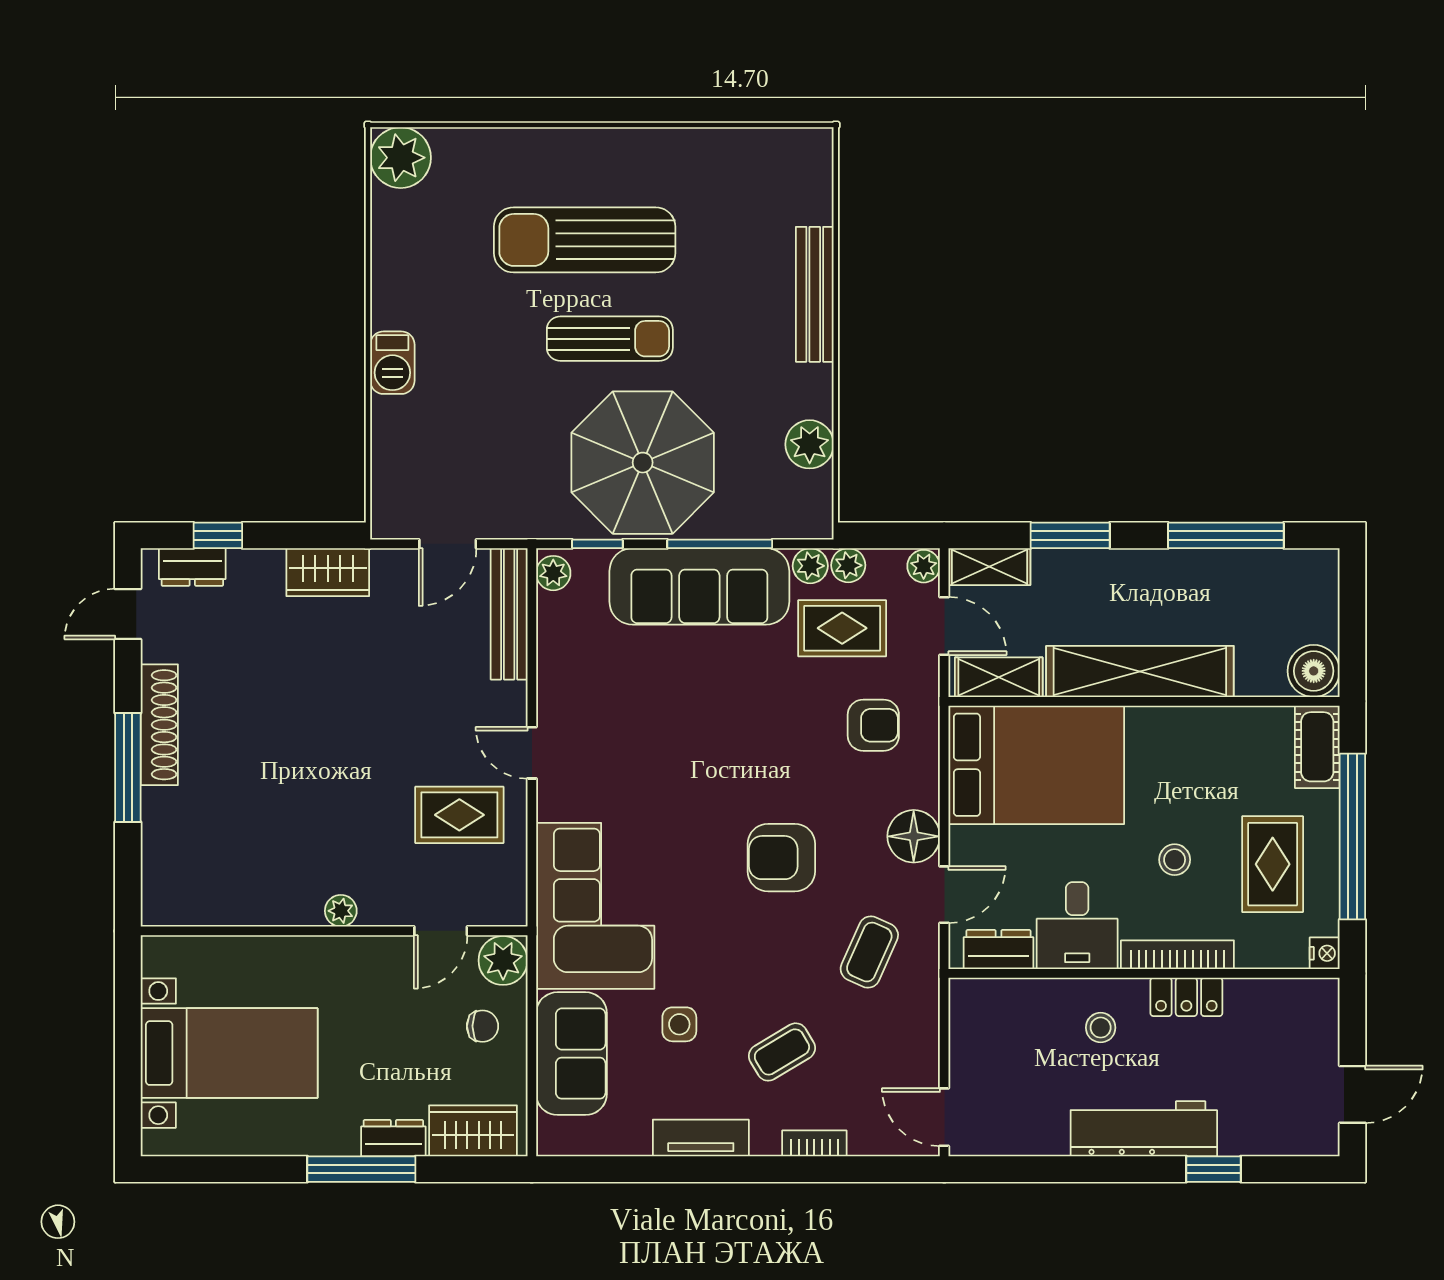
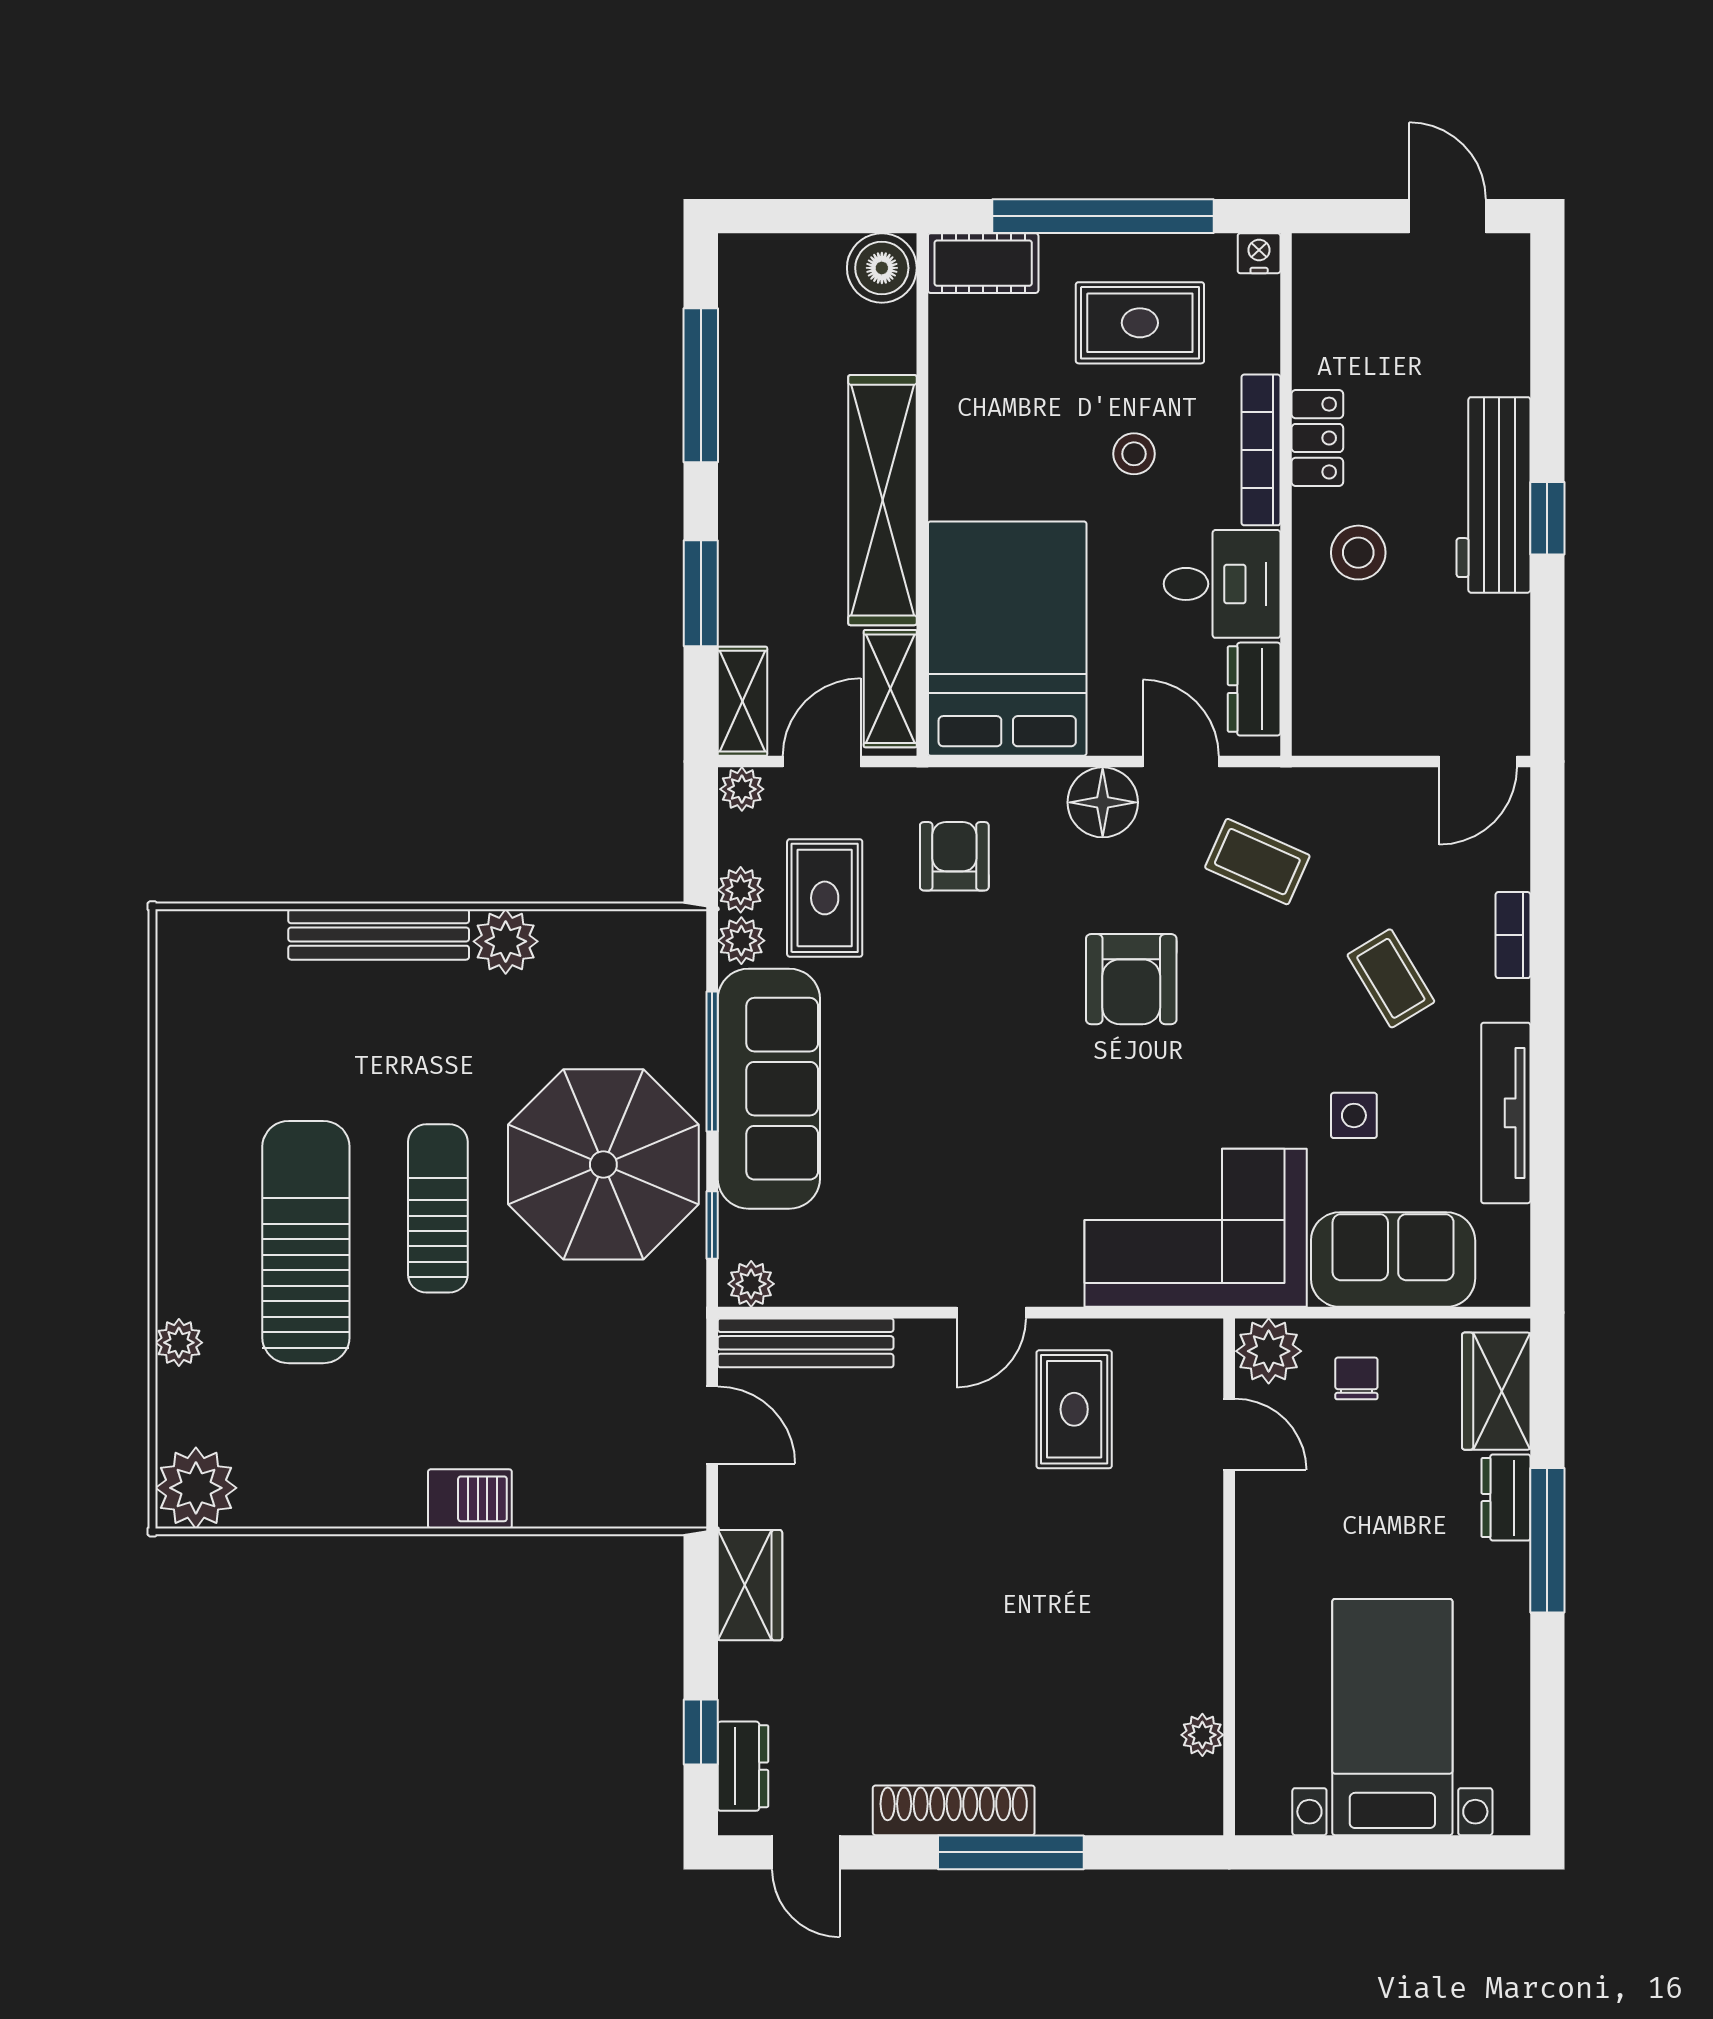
plant: (509, 145) -> (179, 1343), added
sun lounger: (585, 240) -> (306, 1242), turned 180
plant: (810, 444) -> (506, 941), moved
plant: (341, 911) -> (1202, 1735), moved
stool: (1101, 1028) -> (1358, 553), width x1.37, depth x1.37
tv unit: (701, 1138) -> (1506, 1113), width x1.41
window: (1214, 1169) -> (1547, 518), moved

